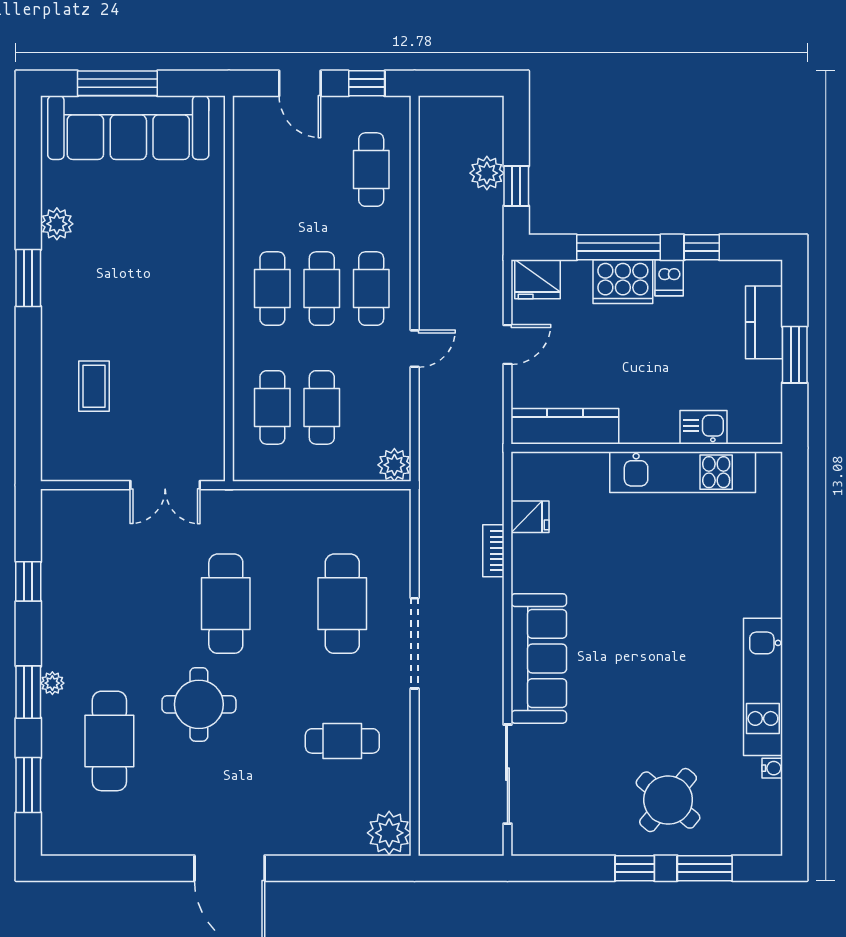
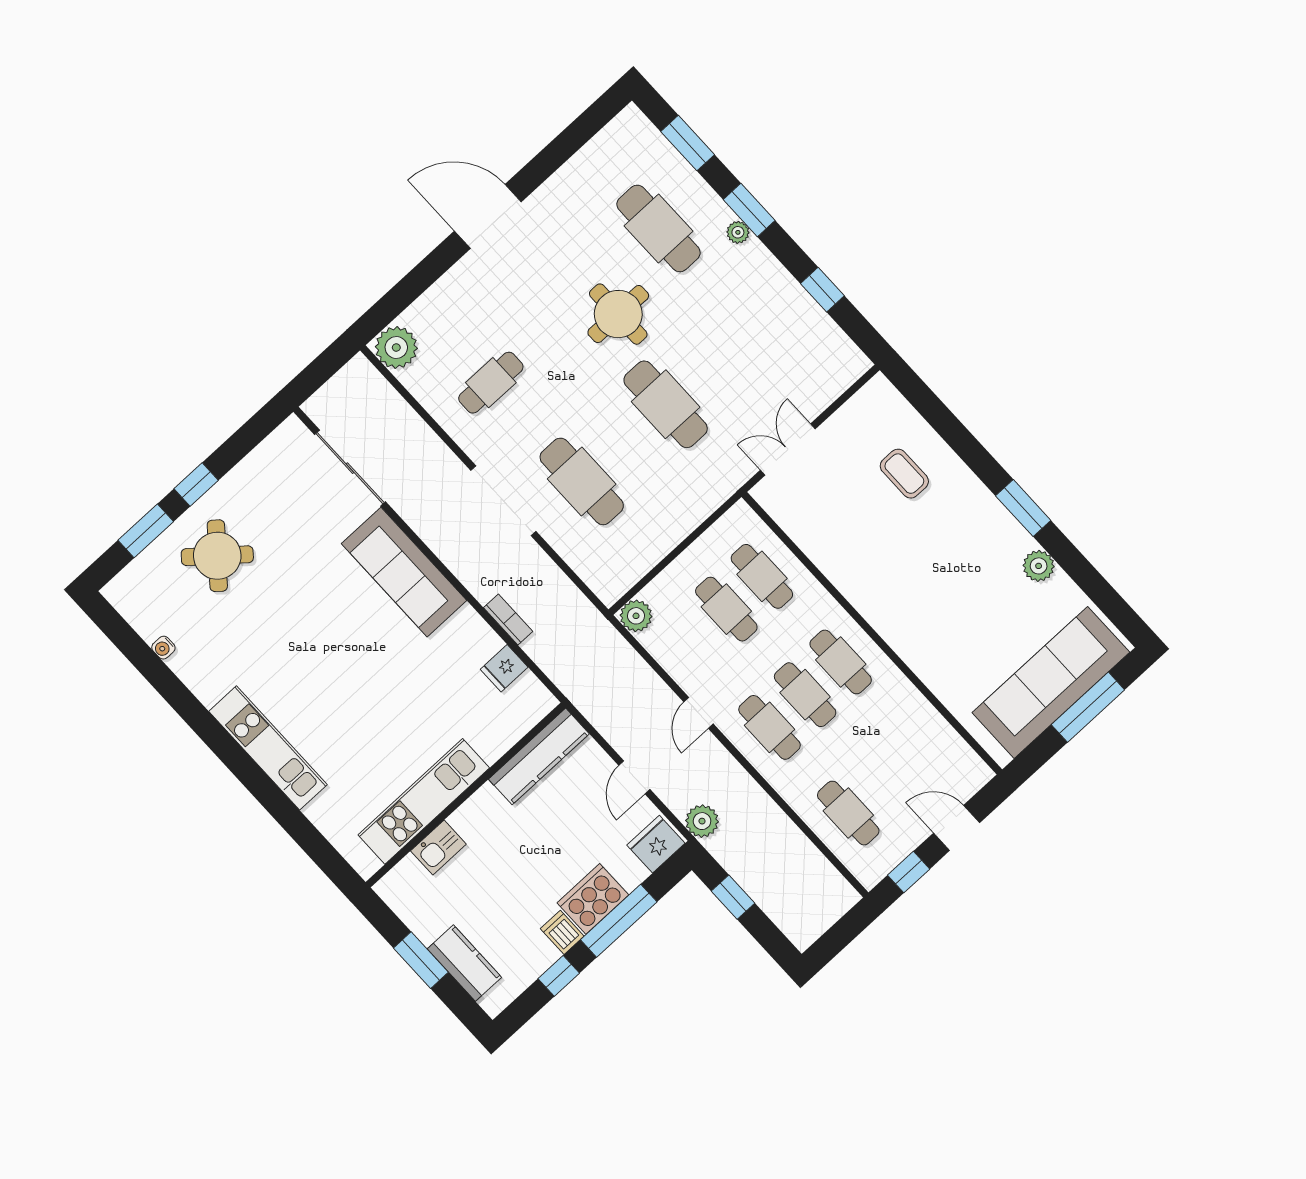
plant: (487, 173) -> (702, 821), moved
kitchen unit: (763, 687) -> (268, 748), moved

